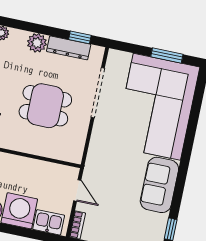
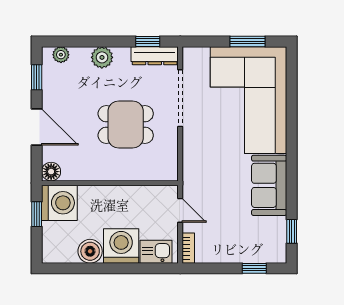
dresser: (69, 48) -> (155, 56), moved

